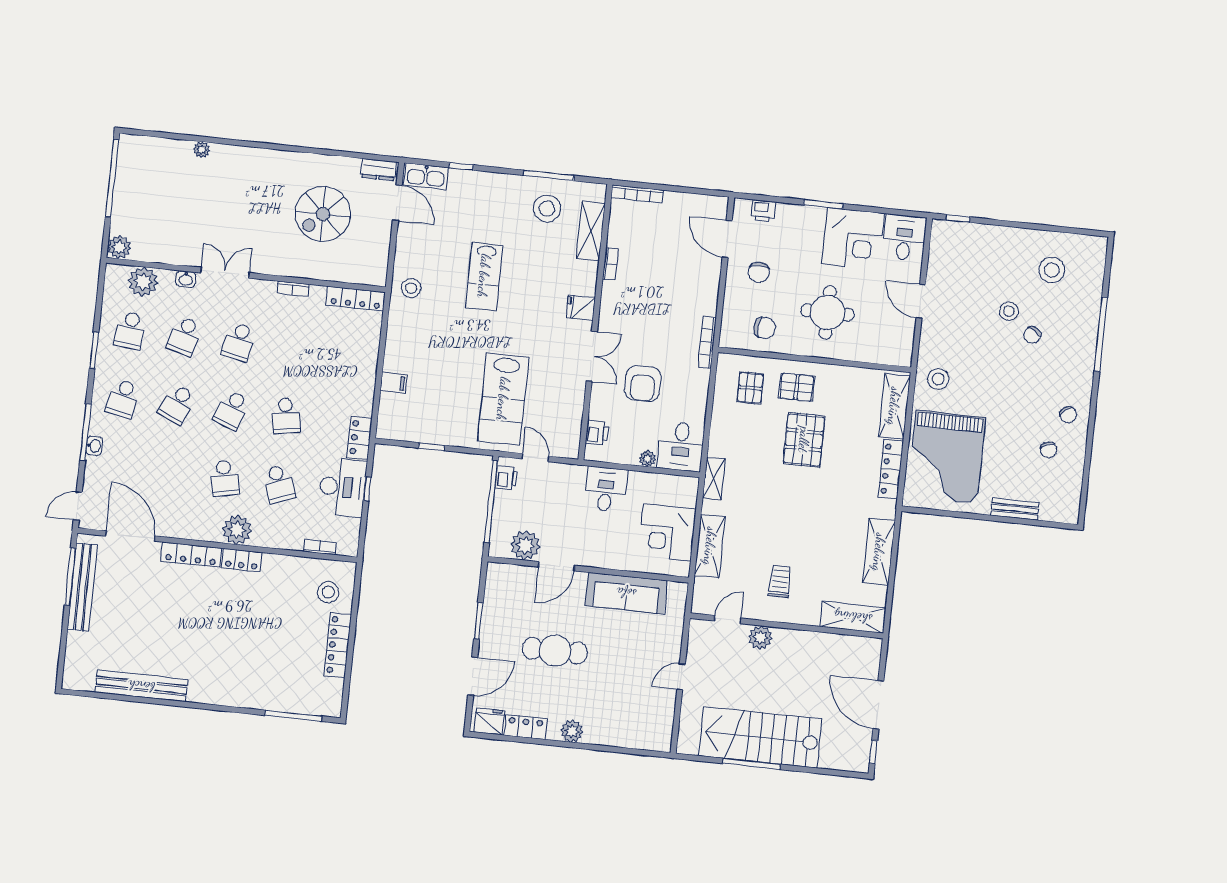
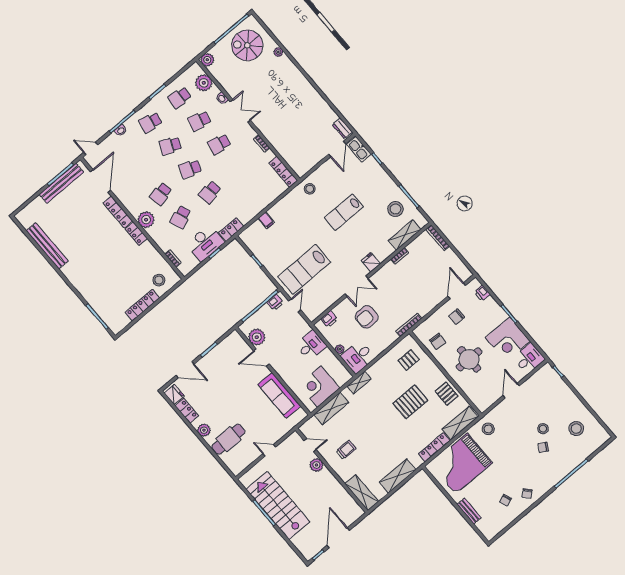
spiral stairs: (323, 214) -> (247, 45), moved
pallet: (797, 387) -> (447, 394), moved
cafe table: (555, 651) -> (228, 439), moved, turned 90

